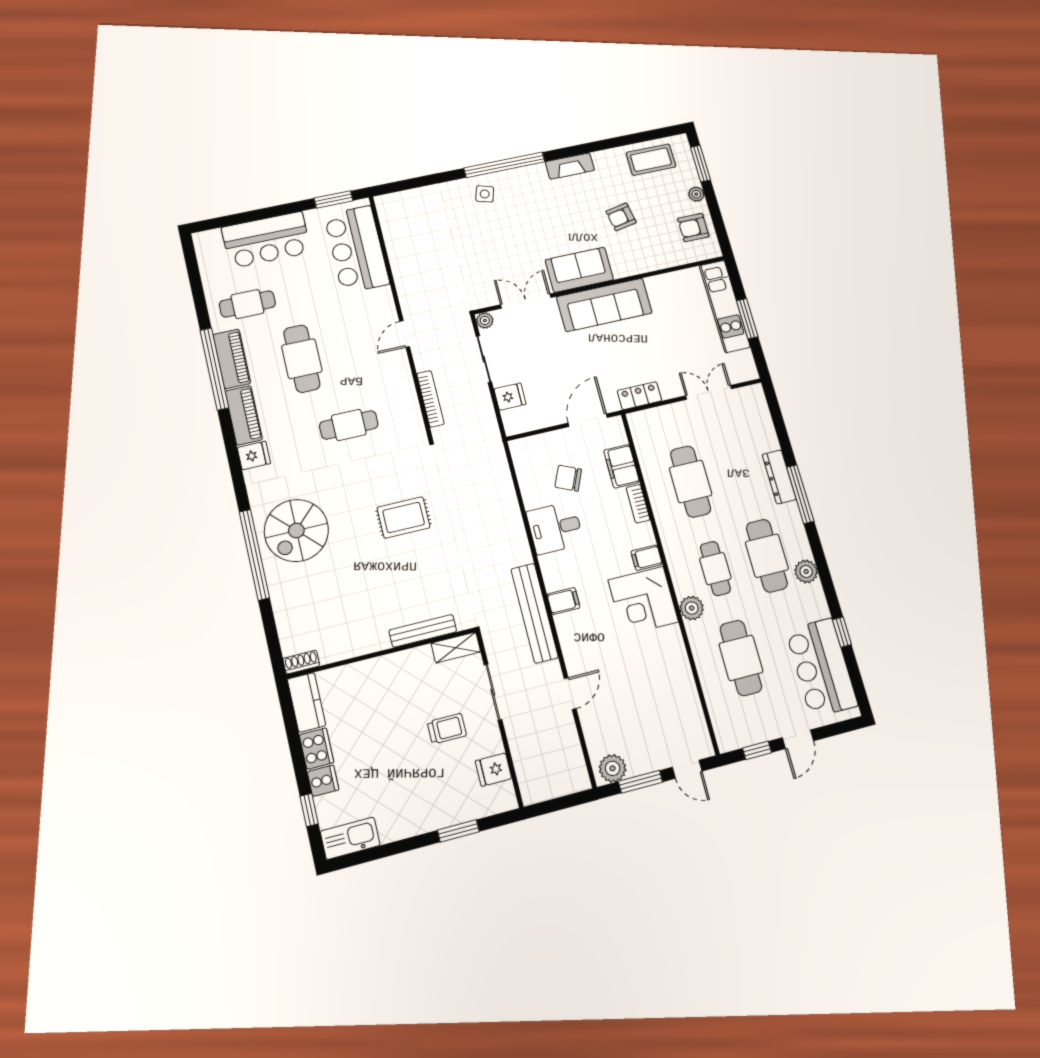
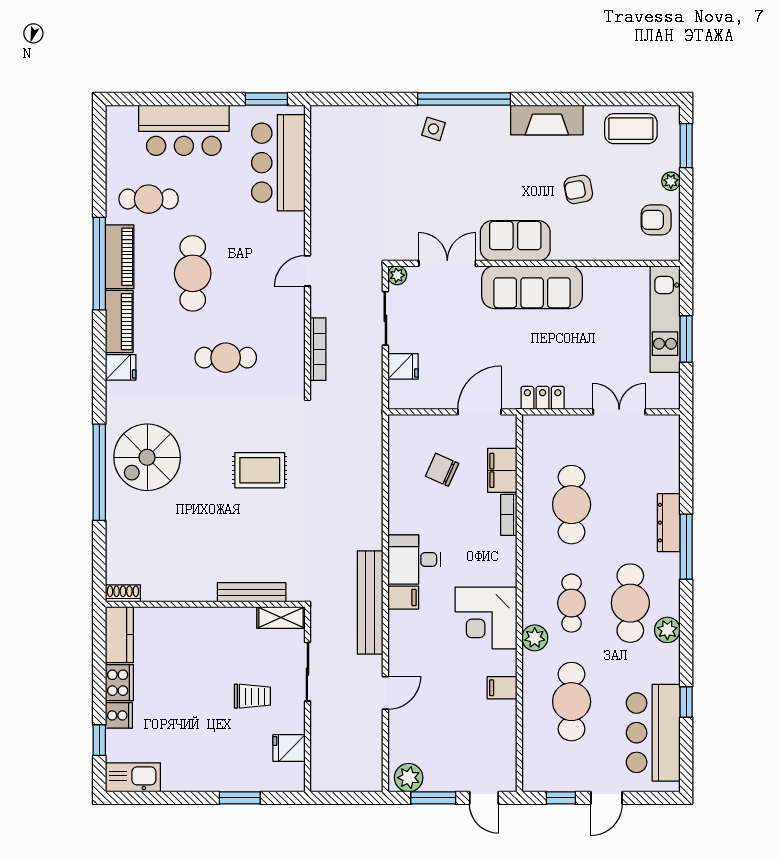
fireplace: (570, 166) -> (547, 120), width x1.37, depth x1.32
desk: (555, 528) -> (414, 559), moved
filing cabinet: (647, 558) -> (502, 688), moved

